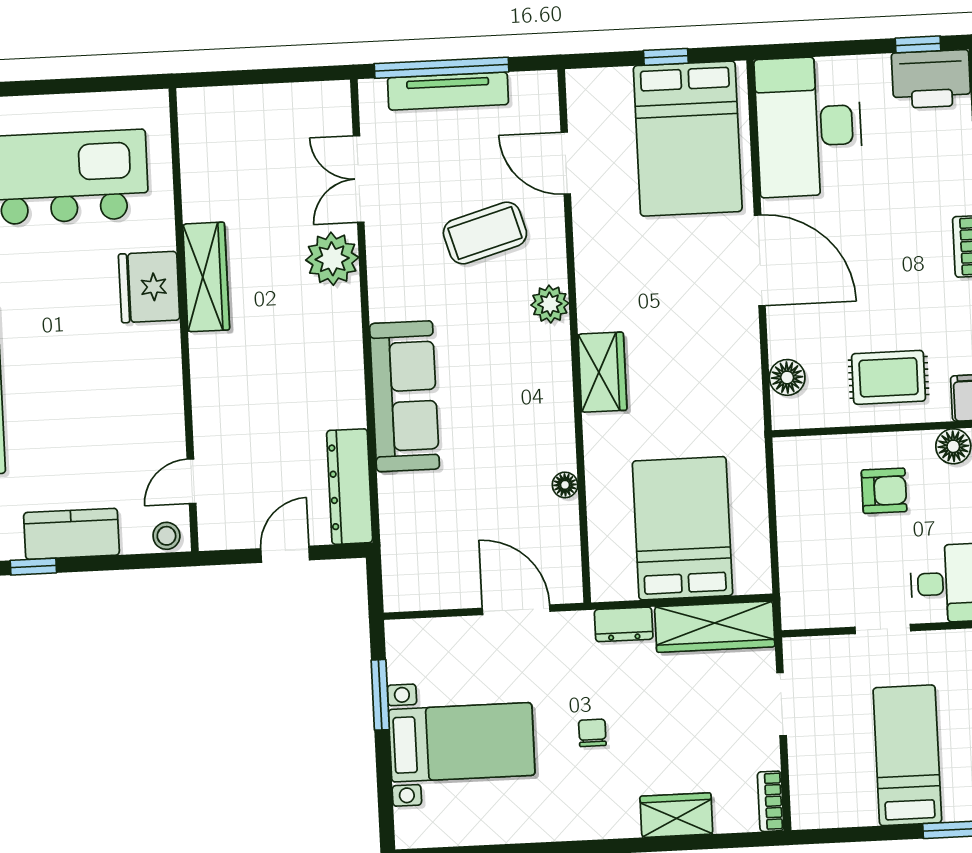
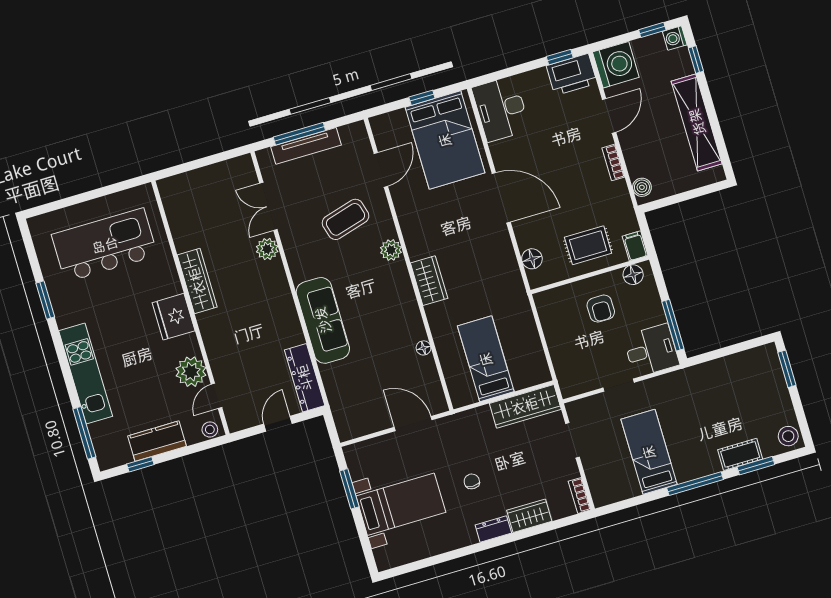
window: (442, 68) -> (299, 134), width x0.68
desk: (809, 126) -> (501, 109), width x0.73, depth x0.77
door: (566, 163) -> (381, 170), swing flipped
plant: (332, 259) -> (267, 249), width x0.73, depth x0.73
fridge: (149, 287) -> (174, 317), moved
plant: (158, 429) -> (191, 372), added
armchair: (884, 491) -> (601, 309), turned 90
bed: (683, 528) -> (486, 359), width x0.67
dresser: (624, 624) -> (493, 529), moved, turned 180

